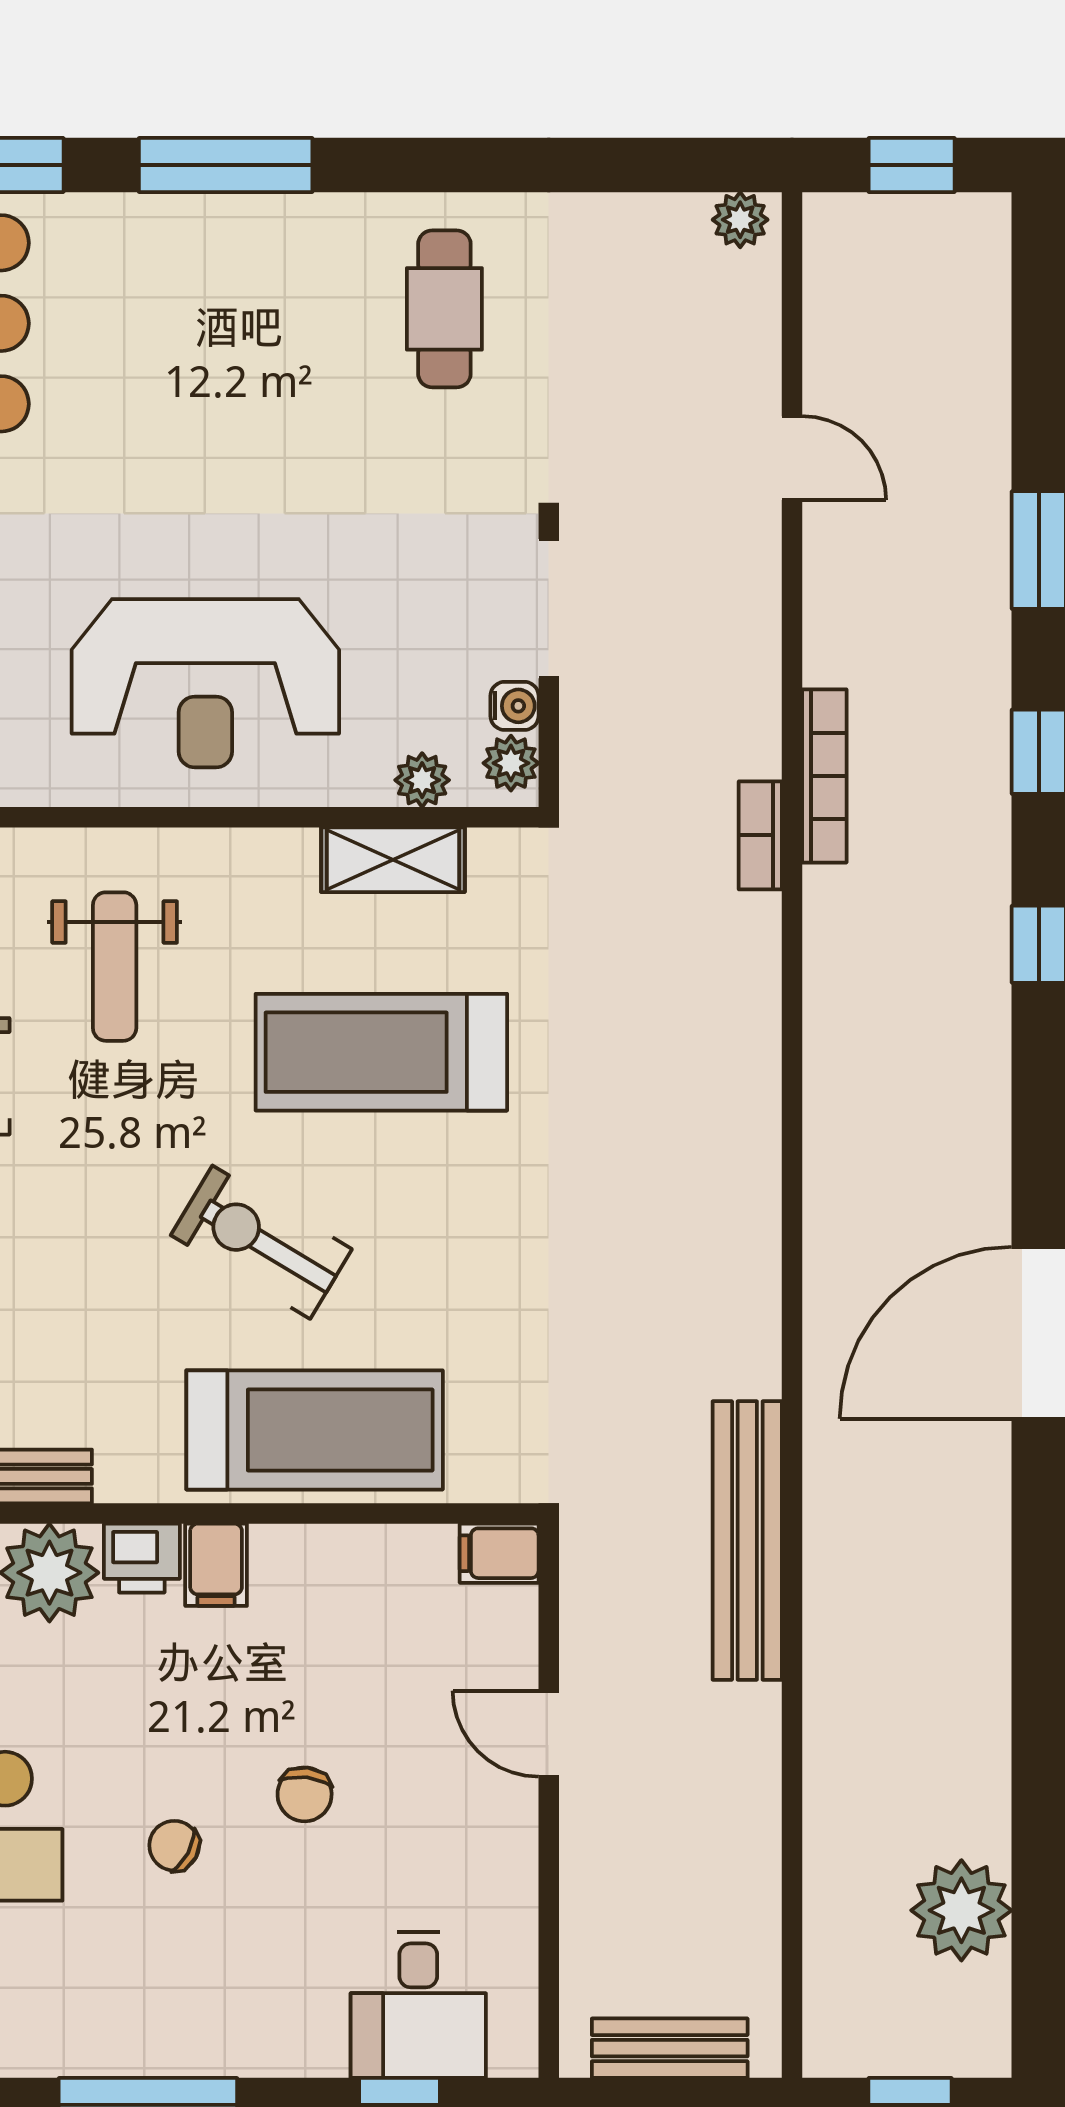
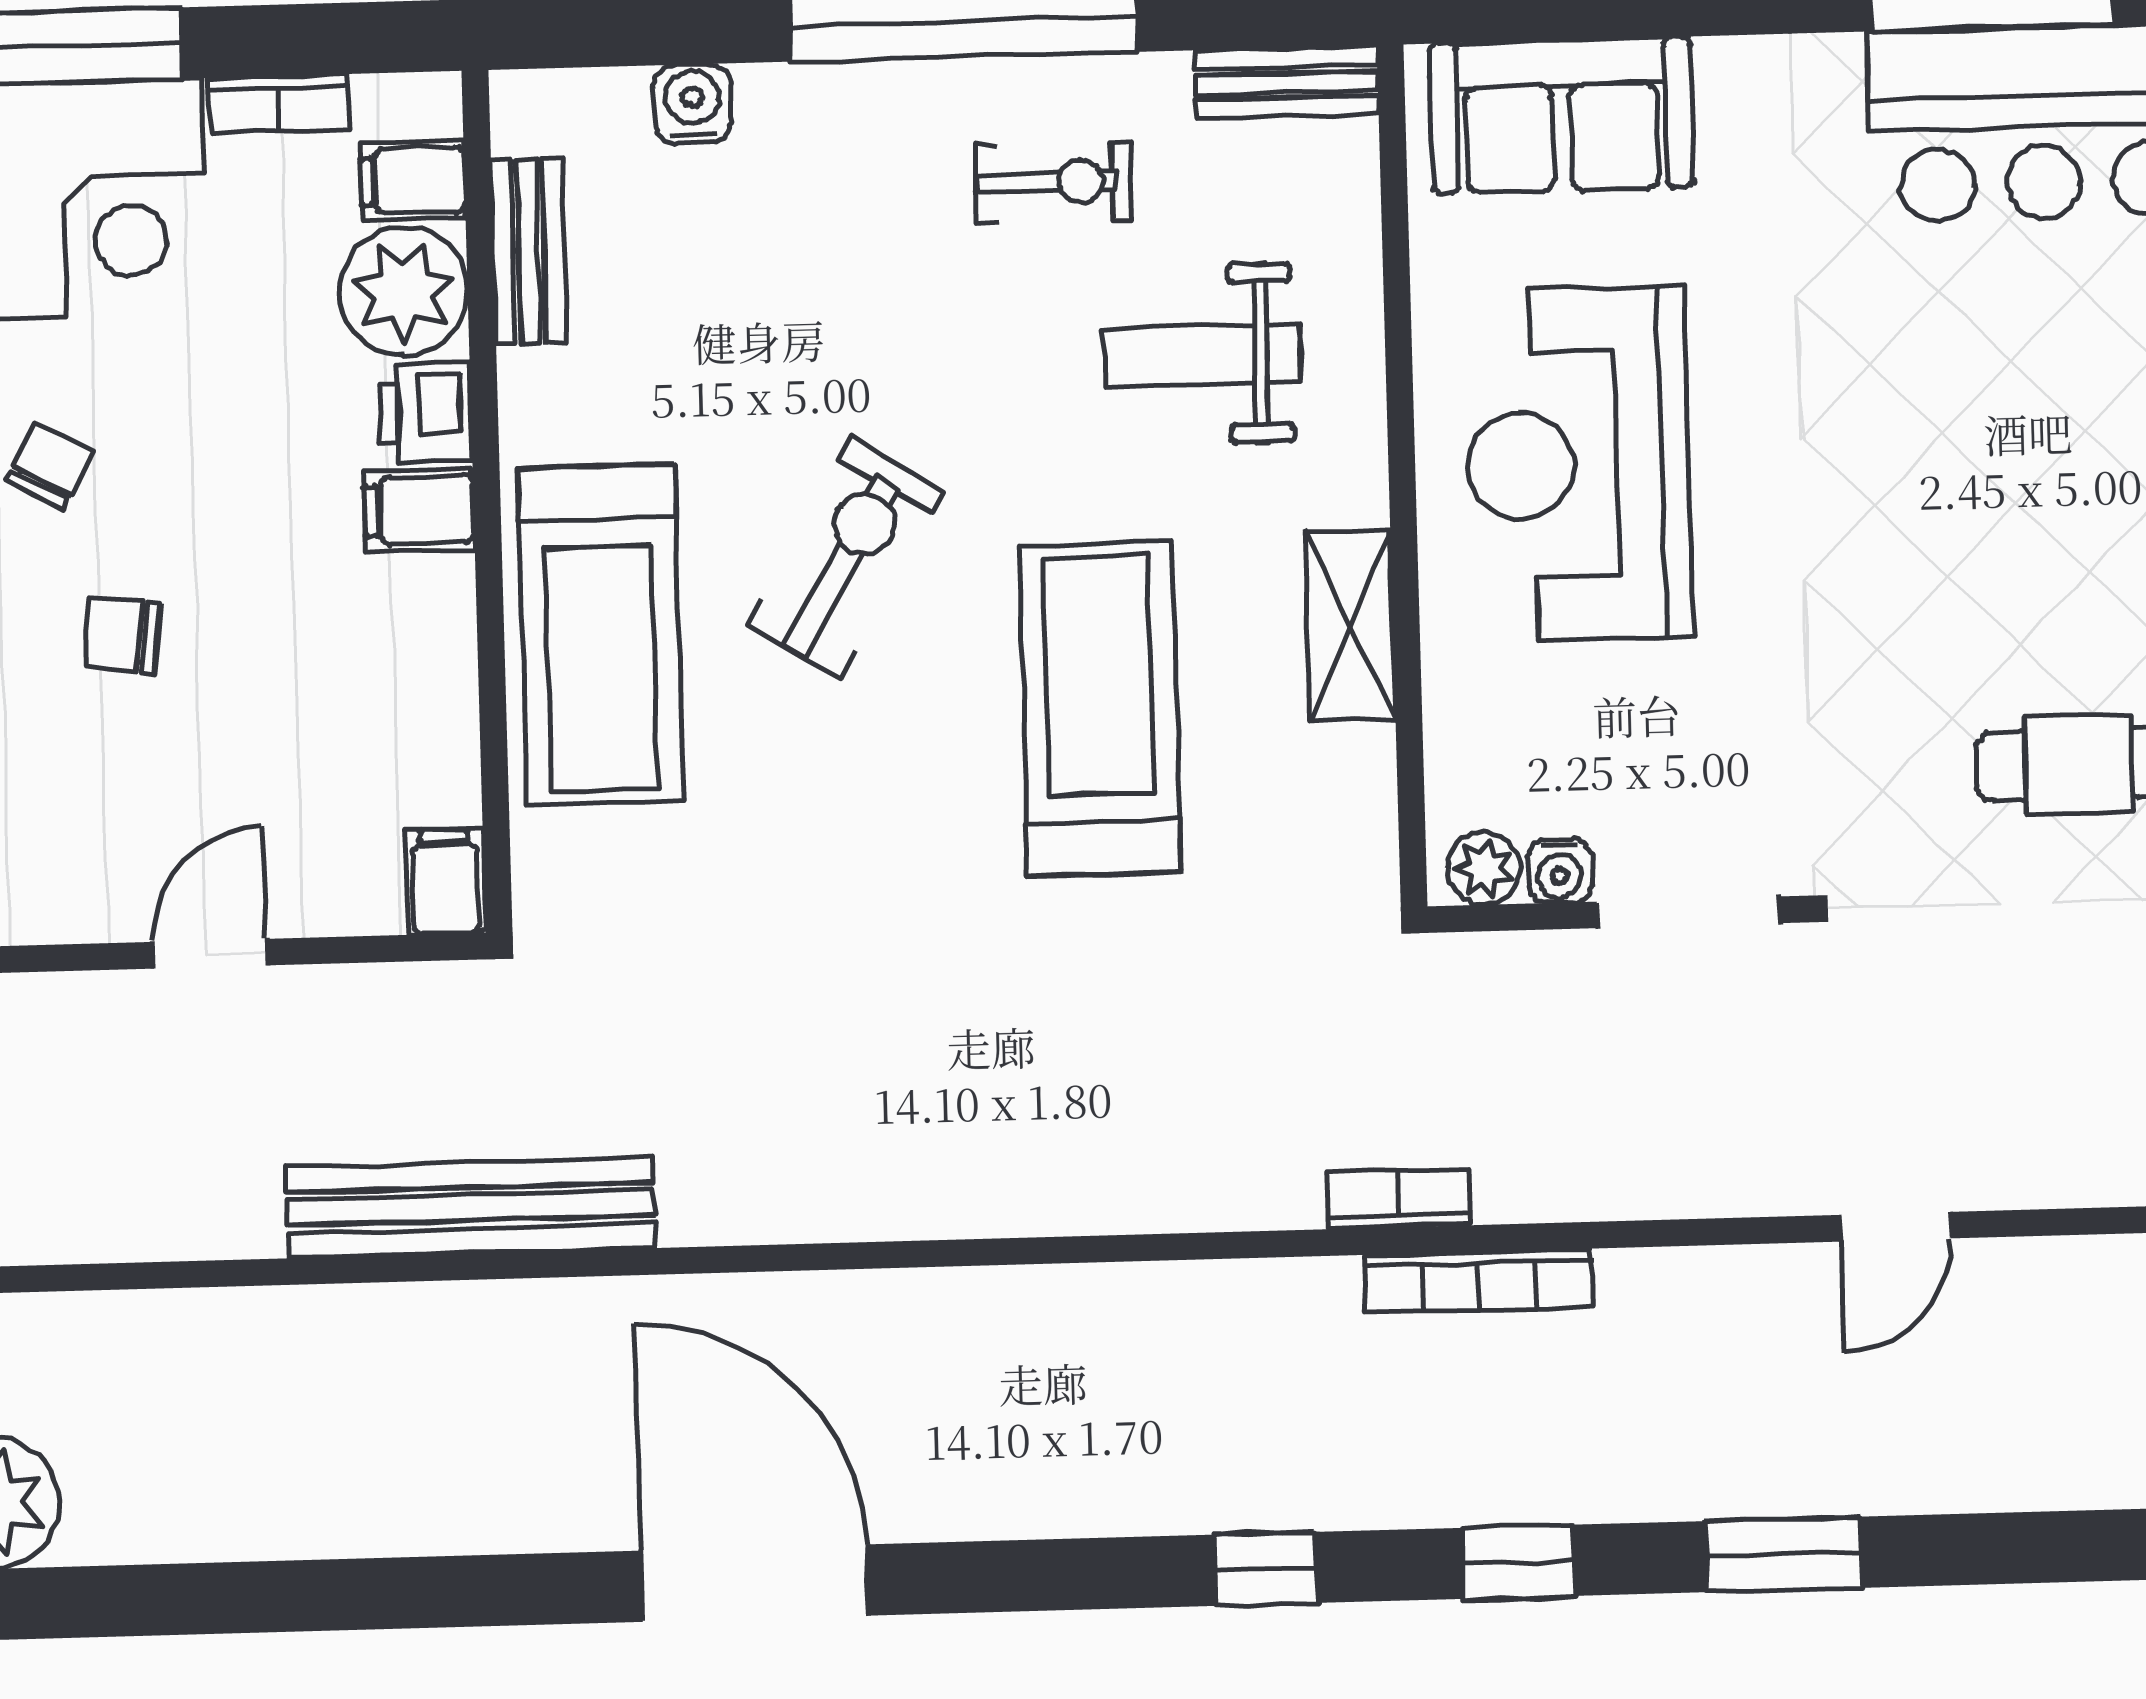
plant: (422, 780) -> (1459, 752), removed
shelving: (393, 860) -> (1350, 625), moved

